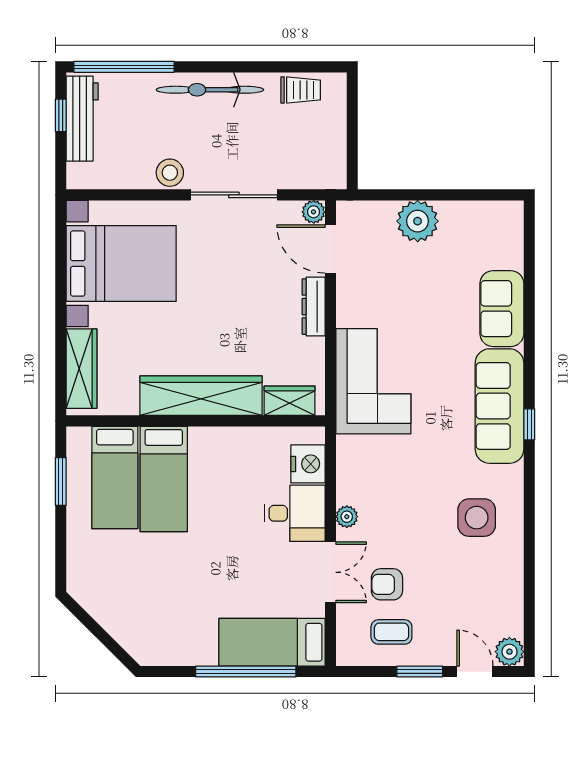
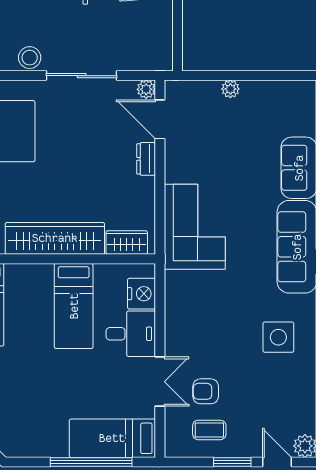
plant: (418, 221) -> (230, 89), width x0.53, depth x0.53
dresser: (314, 307) -> (146, 159), width x0.70
bed: (164, 479) -> (74, 306), moved
plant: (347, 517) -> (173, 336), removed

